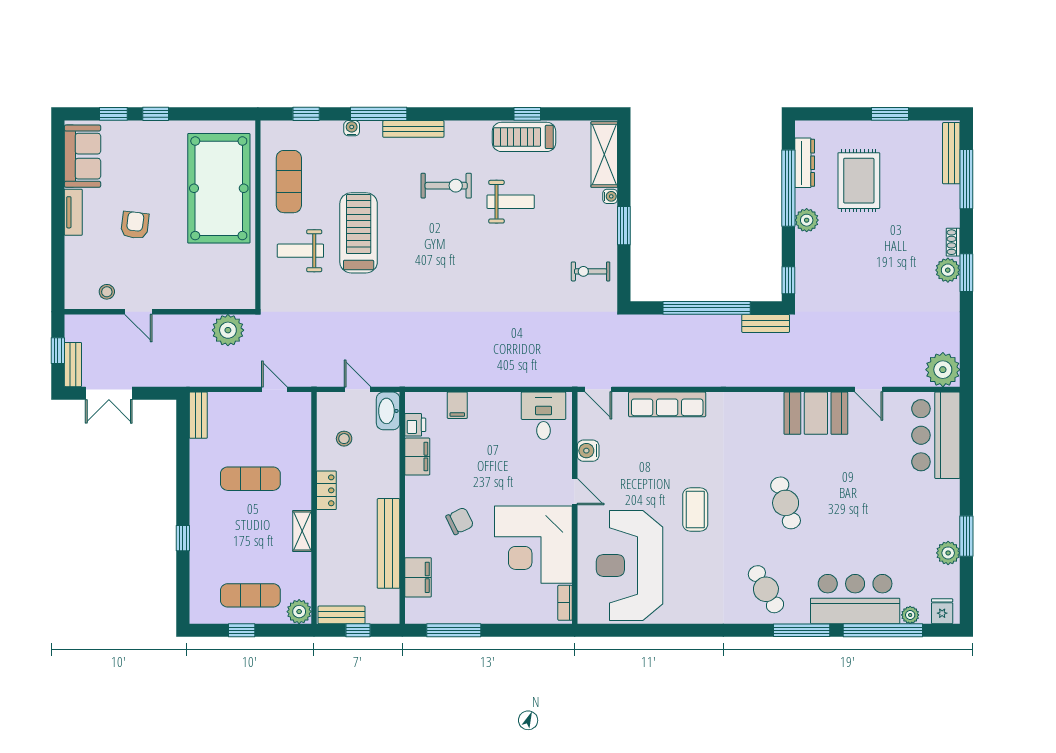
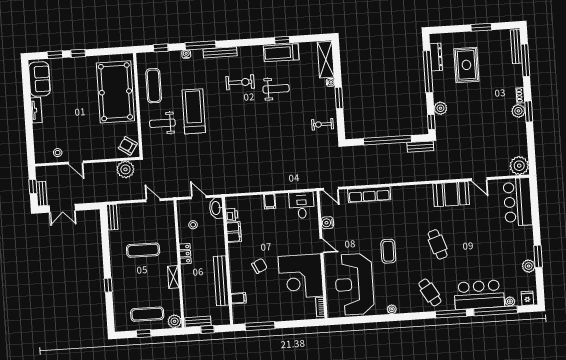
plant: (807, 220) -> (440, 108), moved
armchair: (135, 225) -> (128, 146), moved, turned -63
filing cabinet: (457, 405) -> (270, 201), moved
filing cabinet: (418, 577) -> (239, 298), width x0.50
plant: (695, 615) -> (392, 309), added

